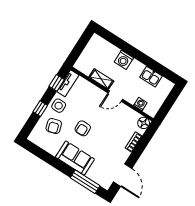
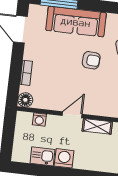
washing machine: (124, 60) -> (64, 158), moved
armchair: (83, 128) -> (91, 60), turned 94
sofa: (75, 158) -> (76, 22), width x1.36

